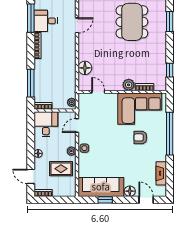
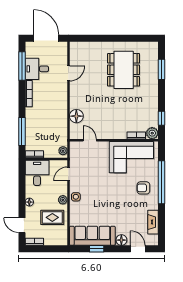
plant: (129, 85) -> (152, 133), moved
armchair: (140, 137) -> (143, 188), moved

